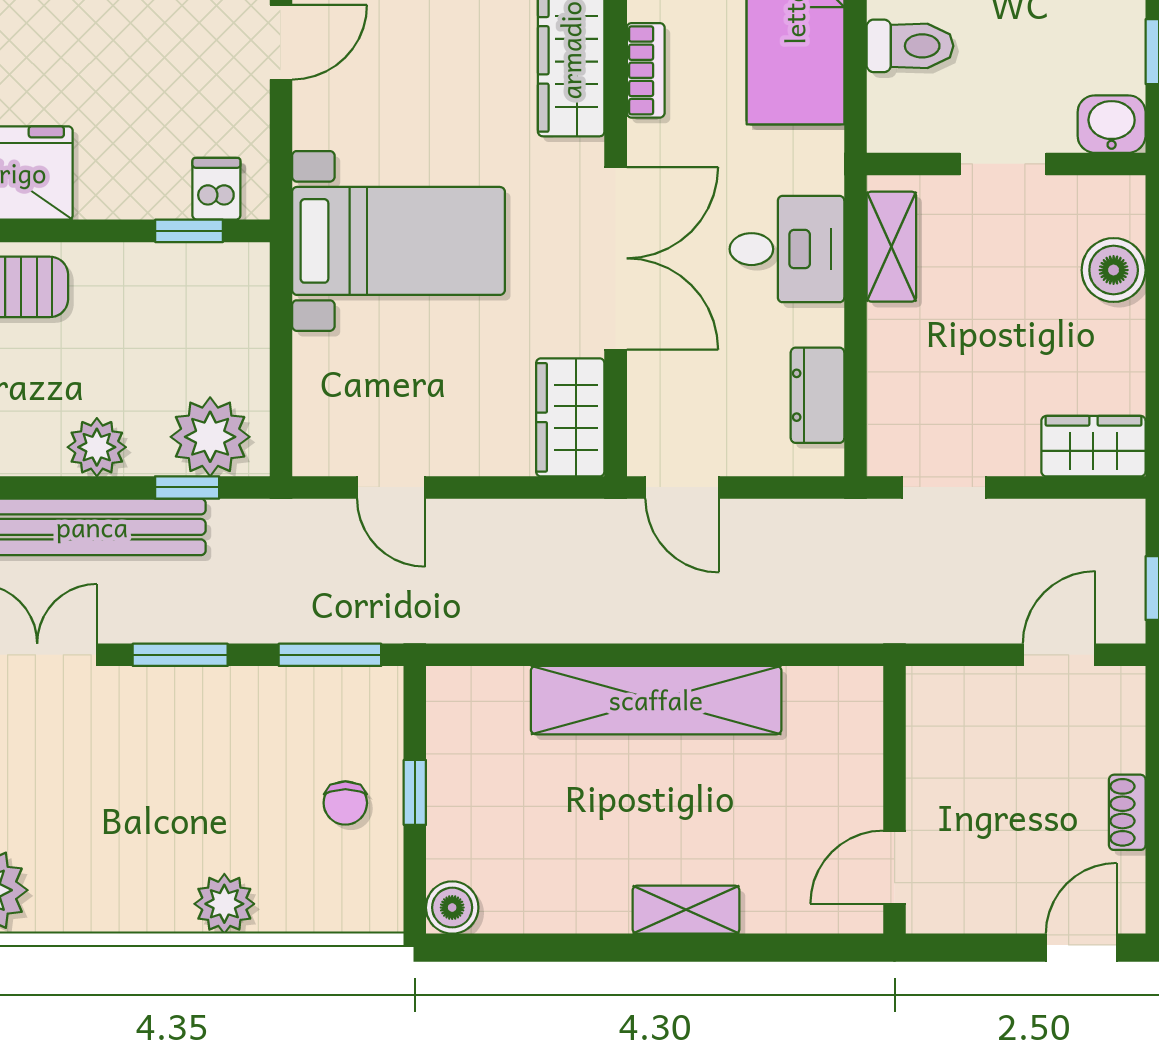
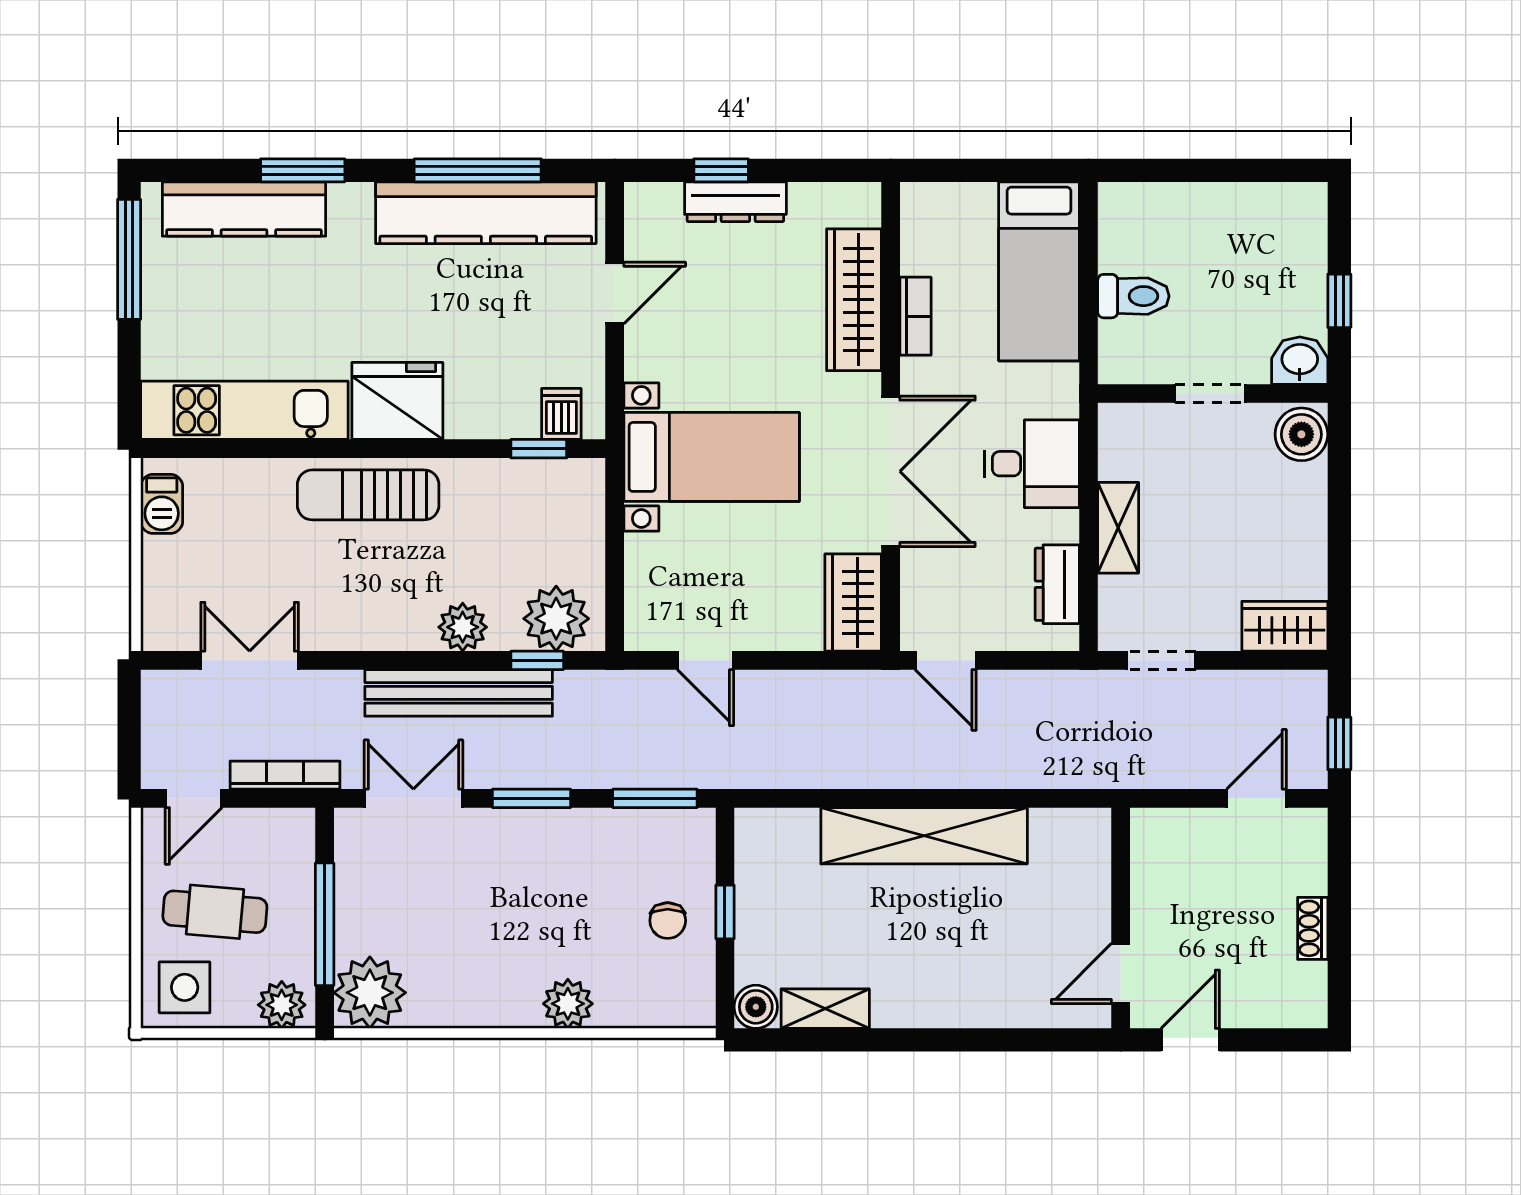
shelving: (891, 247) -> (1118, 528), moved
boiler: (1114, 270) -> (1301, 434), moved
shelving: (686, 910) -> (825, 1009), moved
door: (1081, 948) -> (1190, 1040), moved

